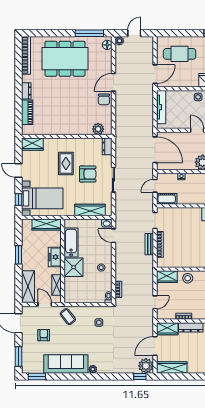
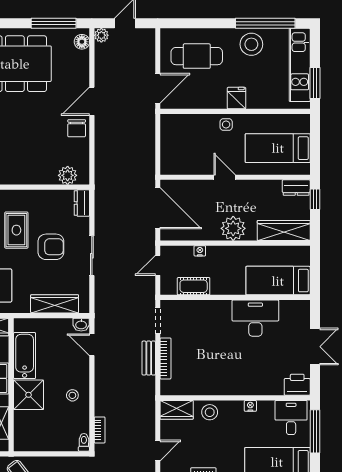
tv unit: (161, 107) -> (167, 141), removed
cot: (167, 199) -> (194, 286), moved

